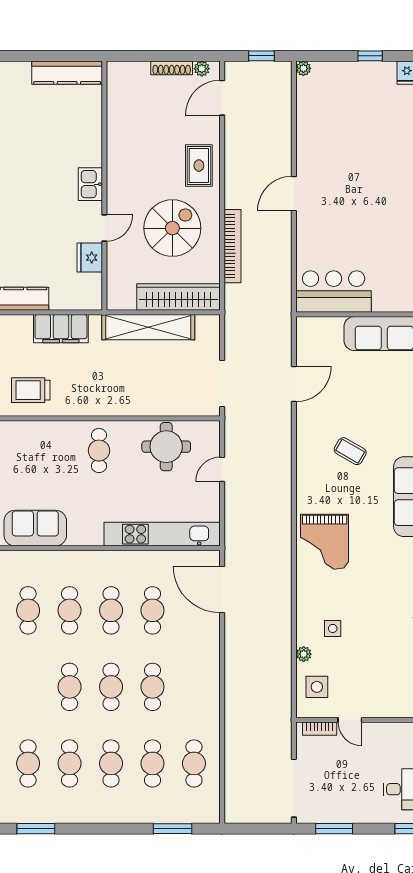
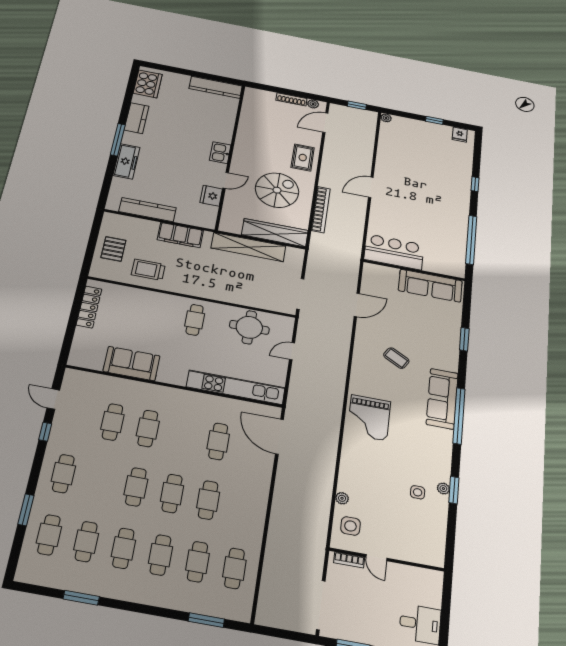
cafe table: (111, 610) -> (183, 435), removed
side table: (333, 628) -> (418, 492), moved

